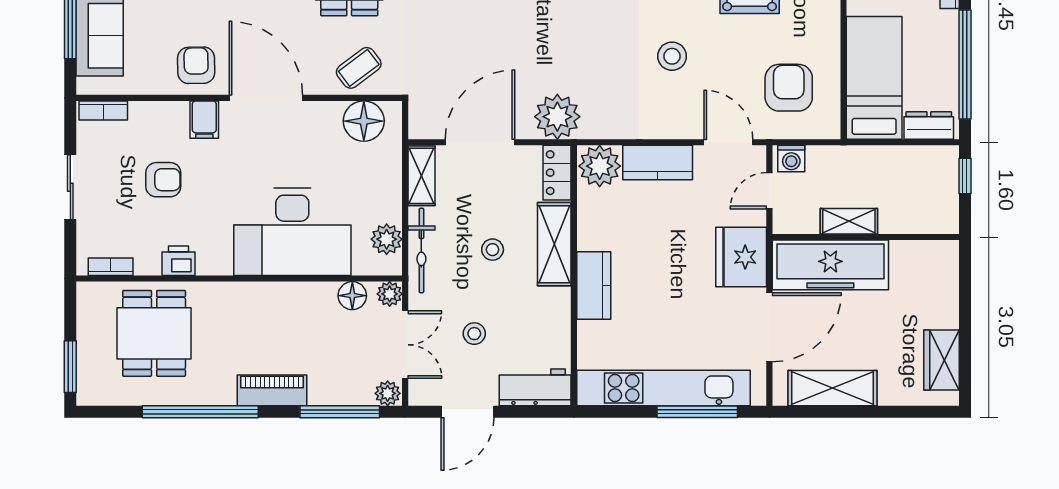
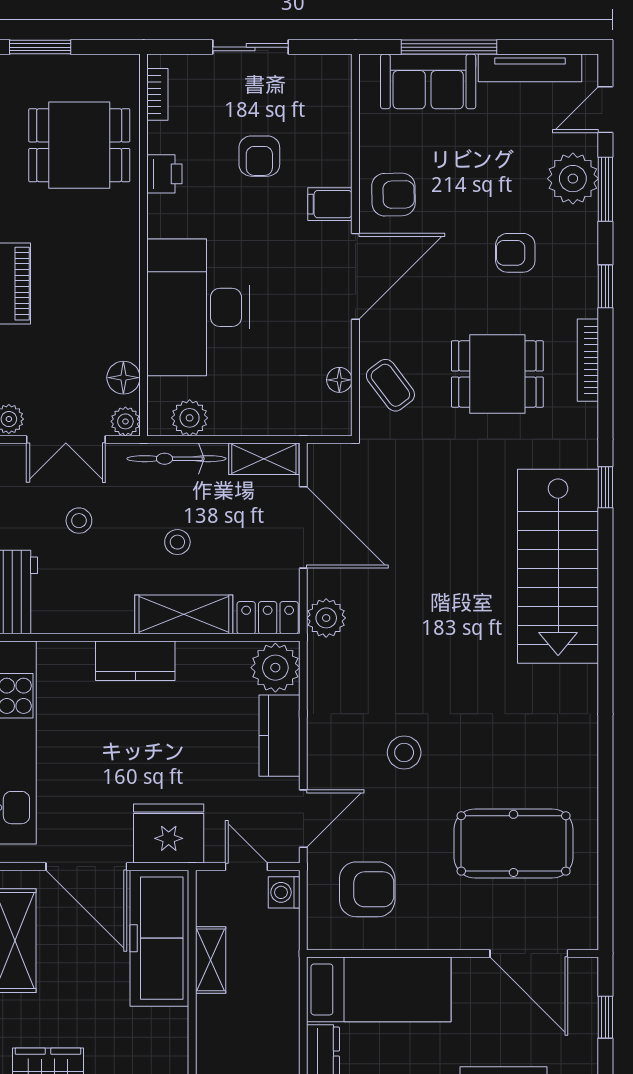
bookcase: (103, 110) -> (341, 86), removed
plant: (557, 117) -> (326, 618), width x0.73, depth x0.73
floor lamp: (364, 121) -> (339, 380), width x0.53, depth x0.53

